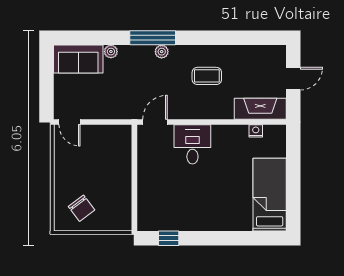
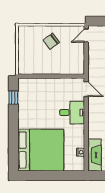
bed: (270, 195) -> (41, 150), width x2.04
chair: (81, 208) -> (51, 41), moved

